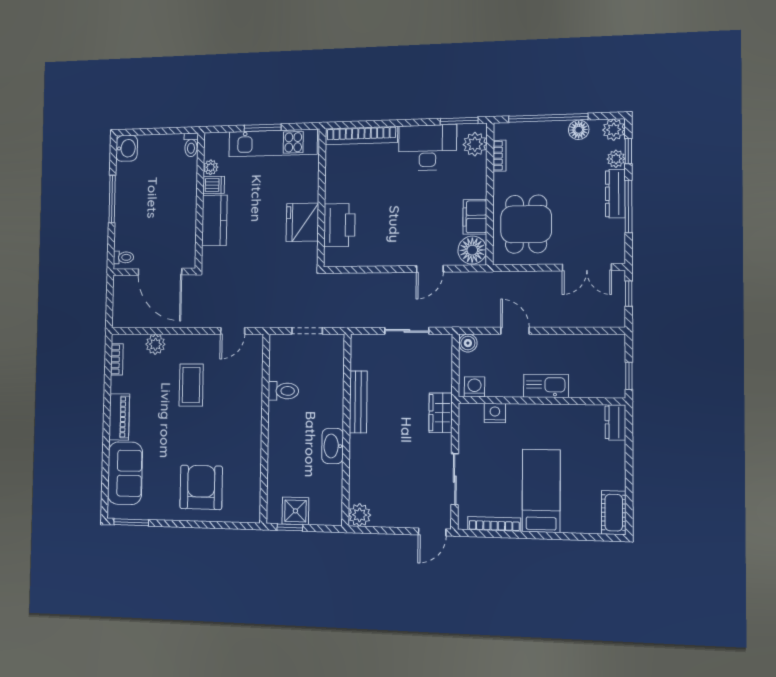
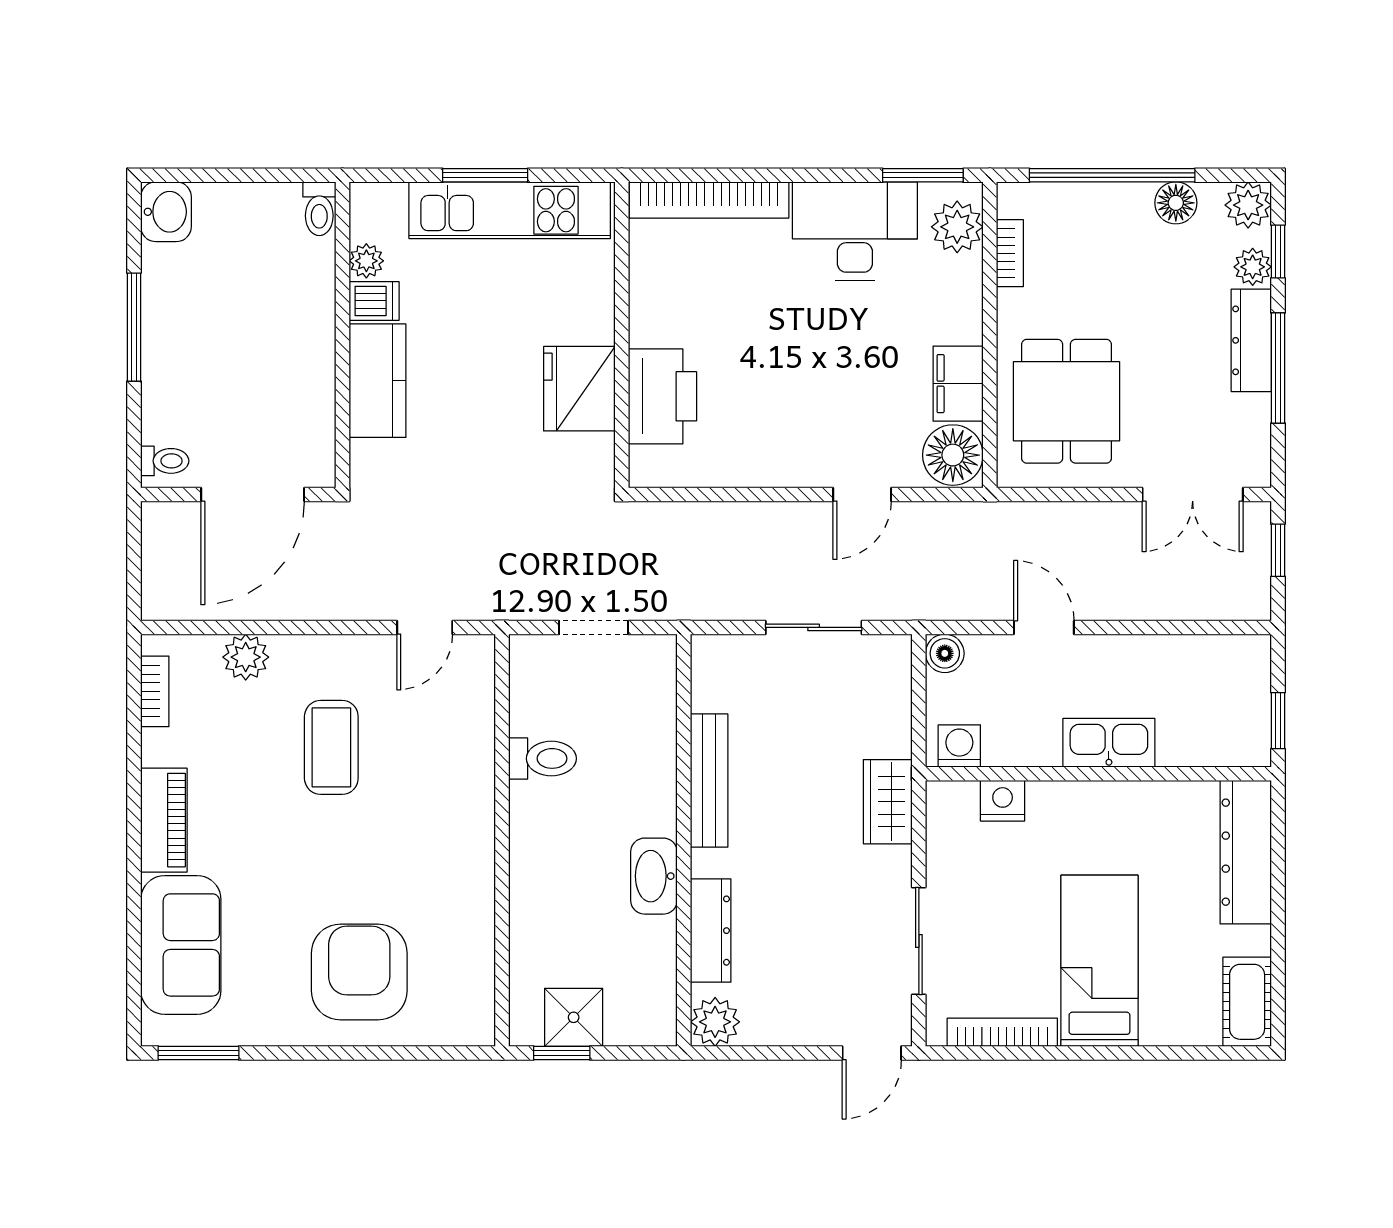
door: (160, 272) -> (253, 494), hinge flipped
dresser: (615, 422) -> (1246, 852), width x1.96, depth x1.24
dresser: (358, 472) -> (711, 931), added

